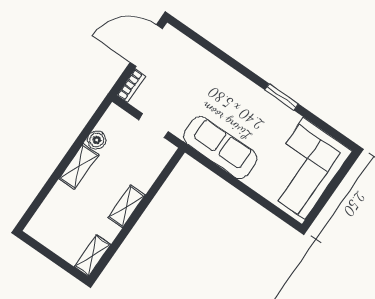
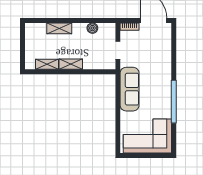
window: (282, 97) -> (174, 102), width x2.11
shelving: (79, 166) -> (59, 28), moved
shelving: (92, 256) -> (47, 64), moved

